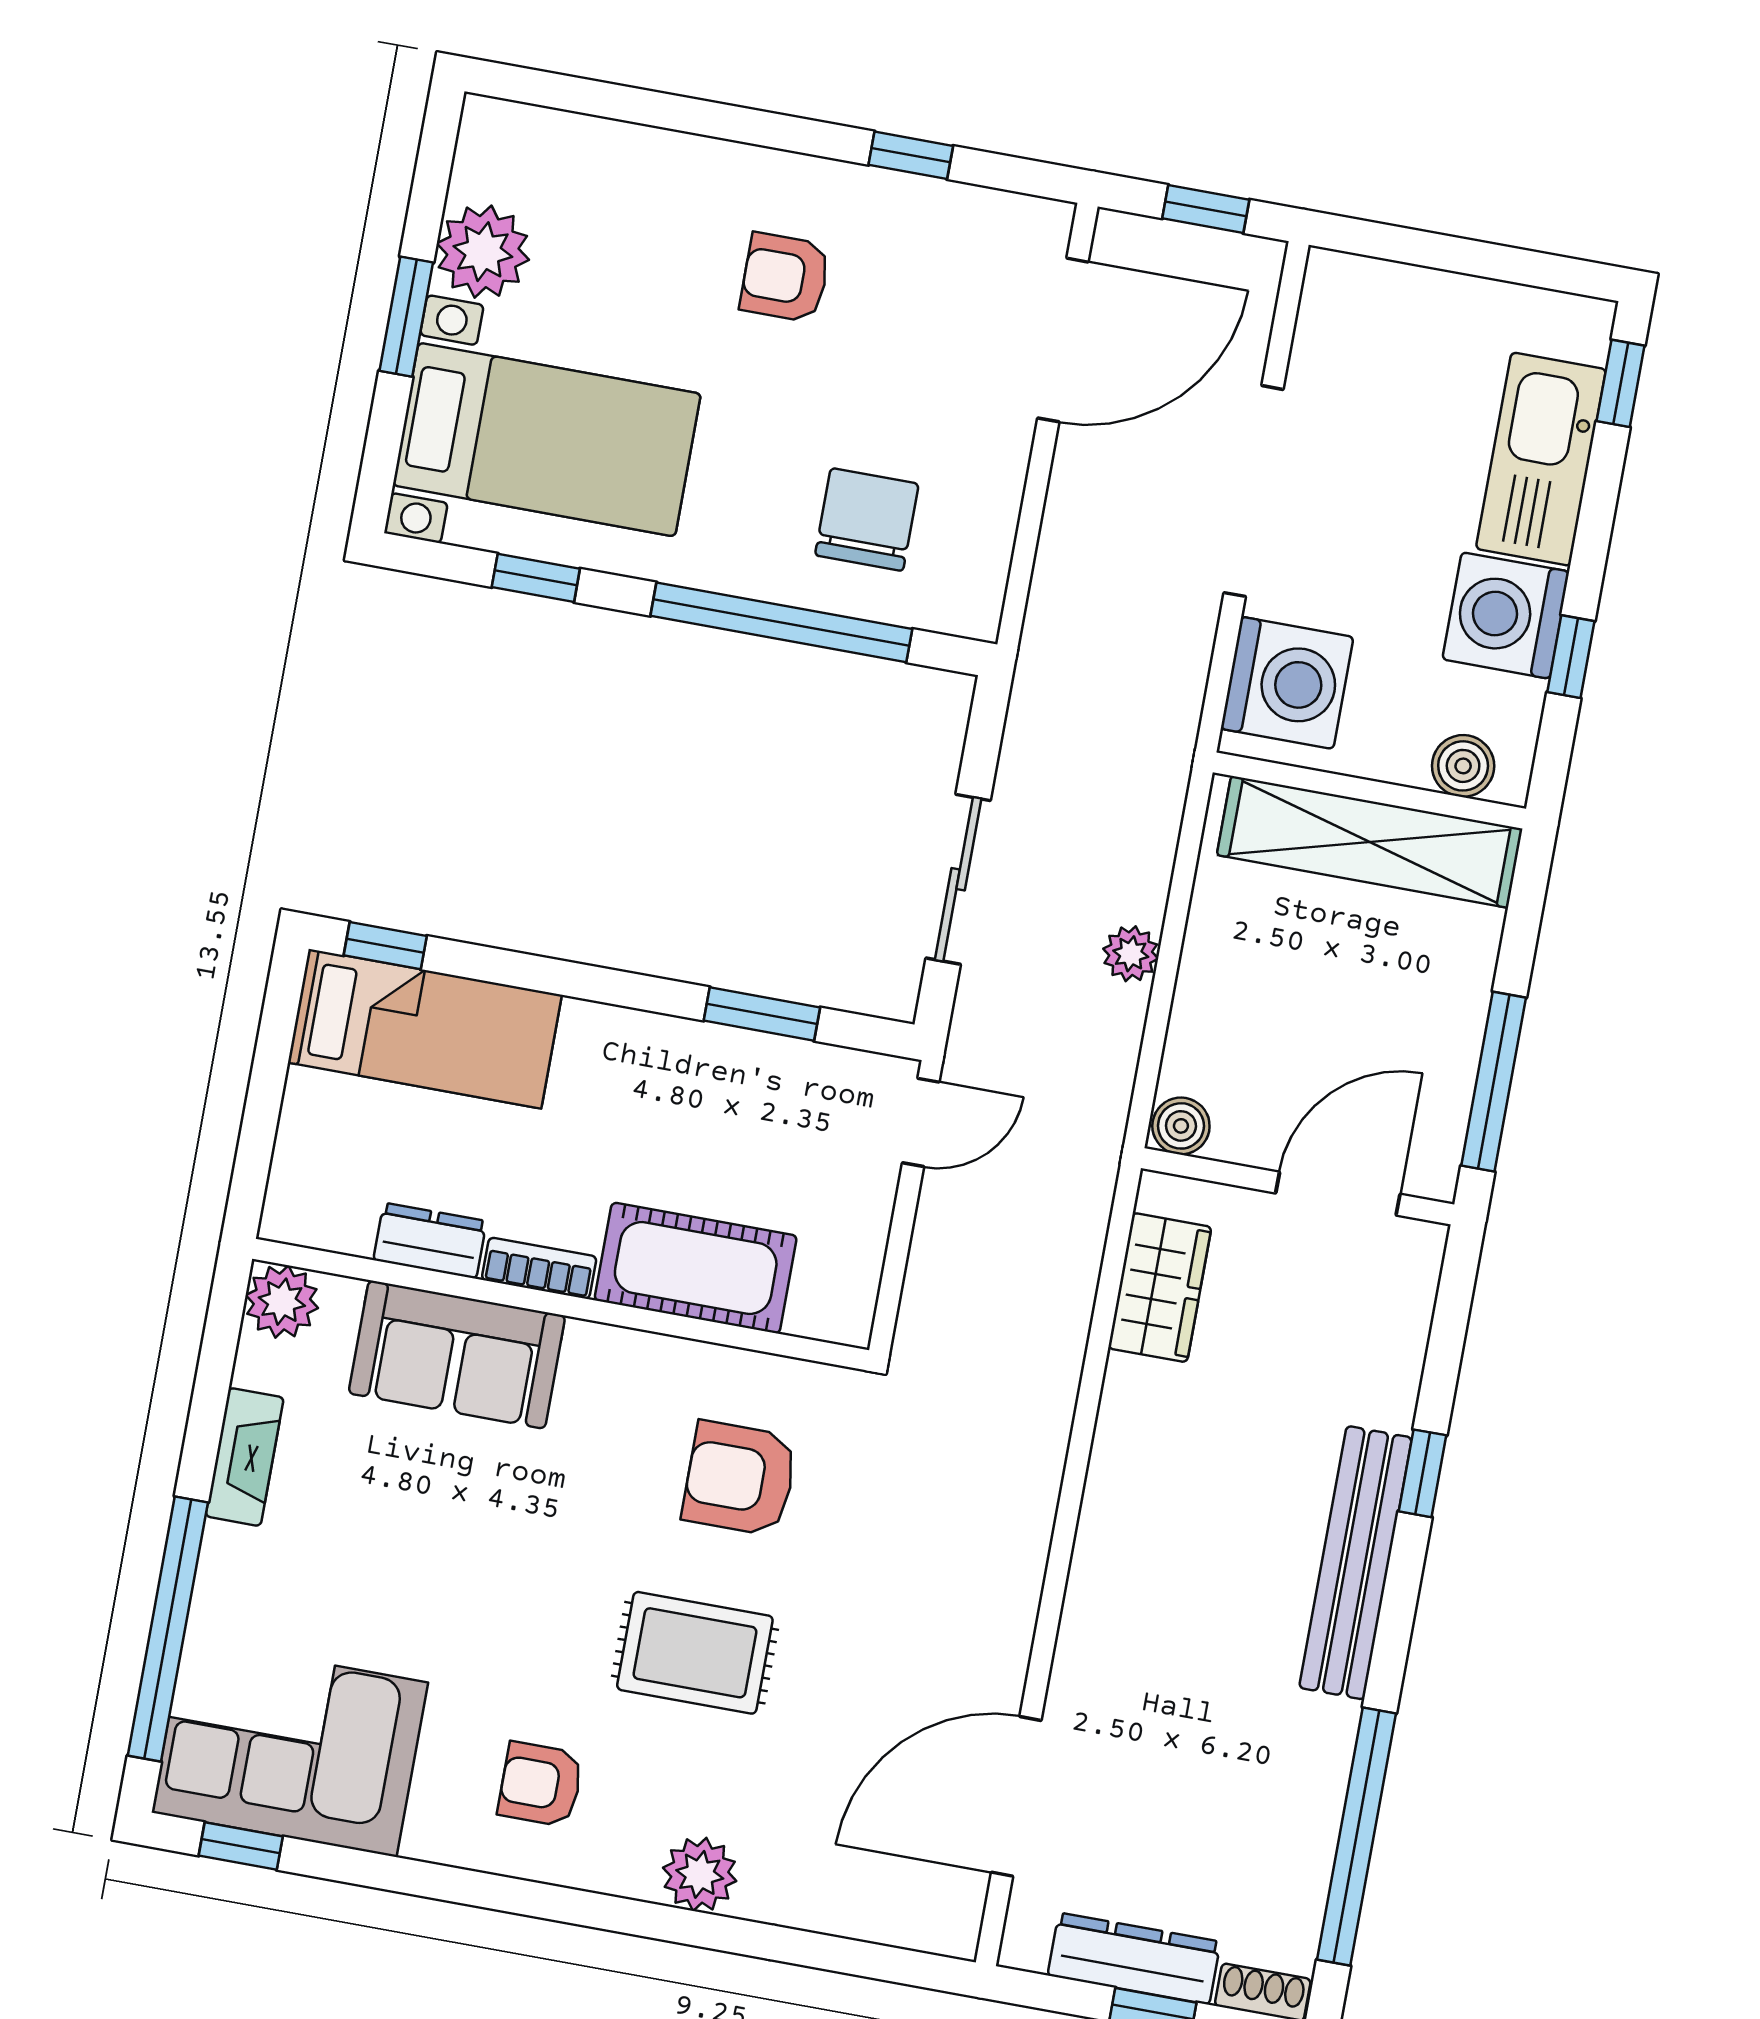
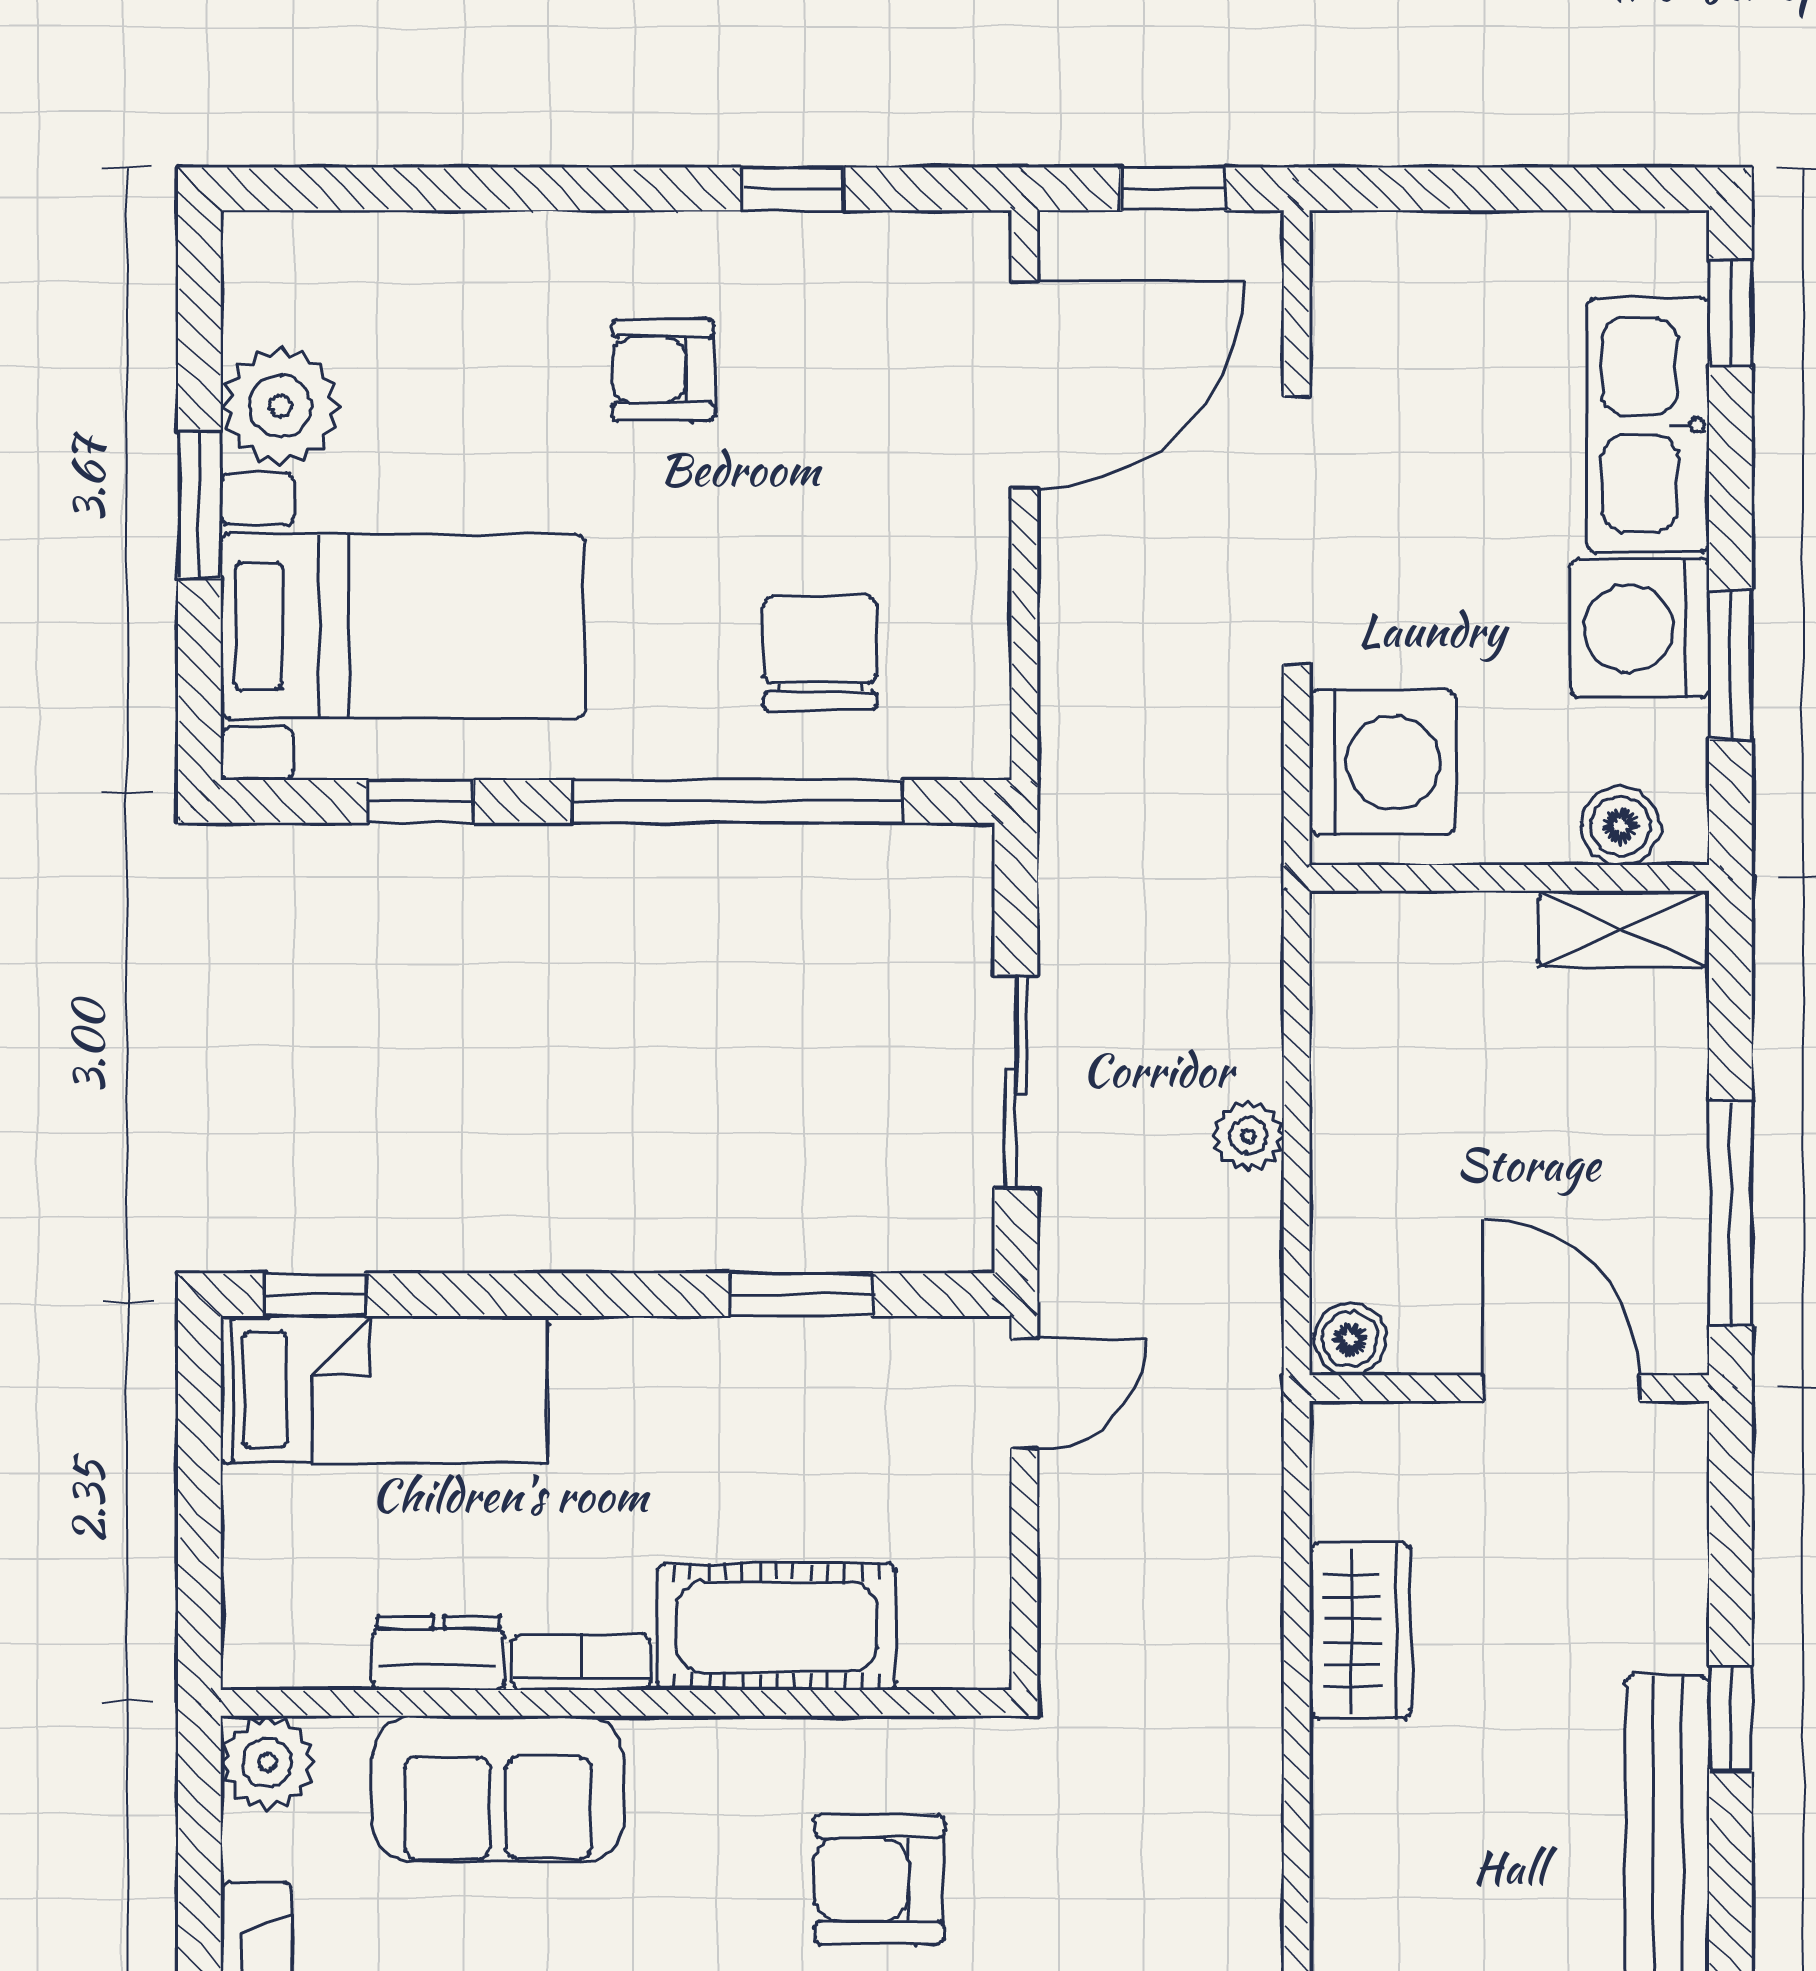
window: (1571, 657) -> (1730, 665), width x1.50
shelving: (1370, 842) -> (1624, 929), width x0.45, depth x0.75
door: (1338, 1194) -> (1561, 1388), hinge flipped
wardrobe: (1160, 1288) -> (1360, 1631), moved

